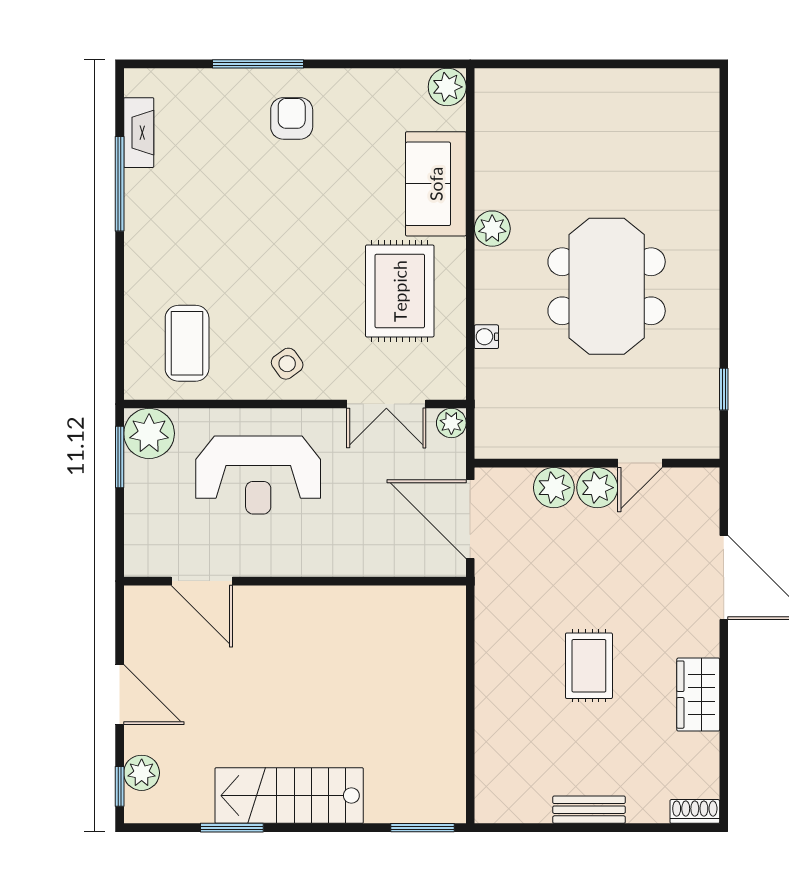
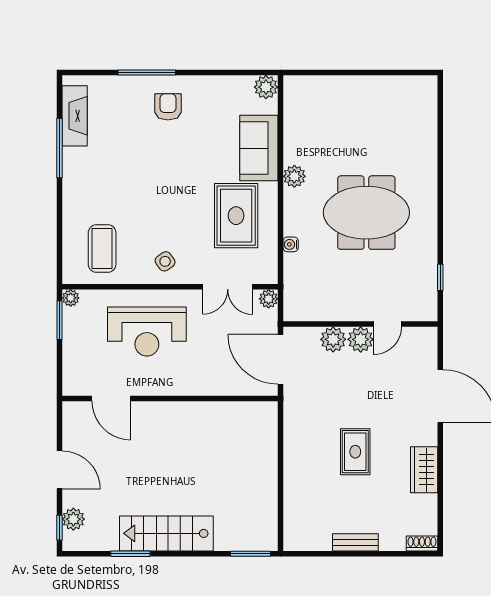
fireplace: (139, 133) -> (75, 116), width x1.37, depth x1.32
meeting table: (607, 286) -> (366, 213), turned 90
plant: (149, 433) -> (71, 298), width x0.53, depth x0.53

